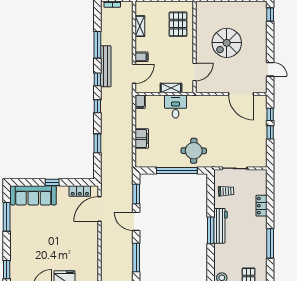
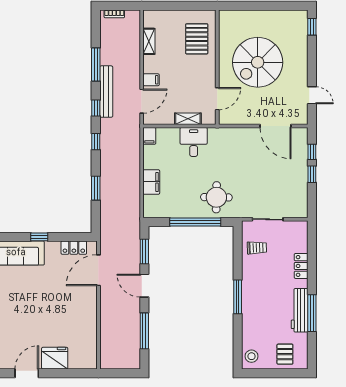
spiral stairs: (227, 43) -> (258, 62), width x1.37, depth x1.37
workbench: (220, 226) -> (300, 310), moved, turned 180

